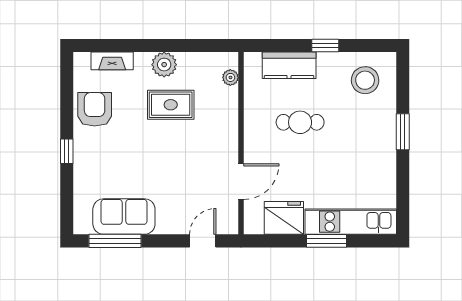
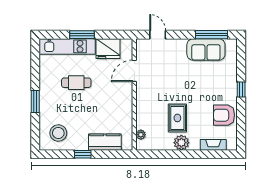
rug: (171, 105) -> (177, 118), turned 90
armchair: (95, 109) -> (224, 115), turned 90
cafe table: (300, 122) -> (76, 83), moved
door: (203, 241) -> (158, 35), swing flipped

